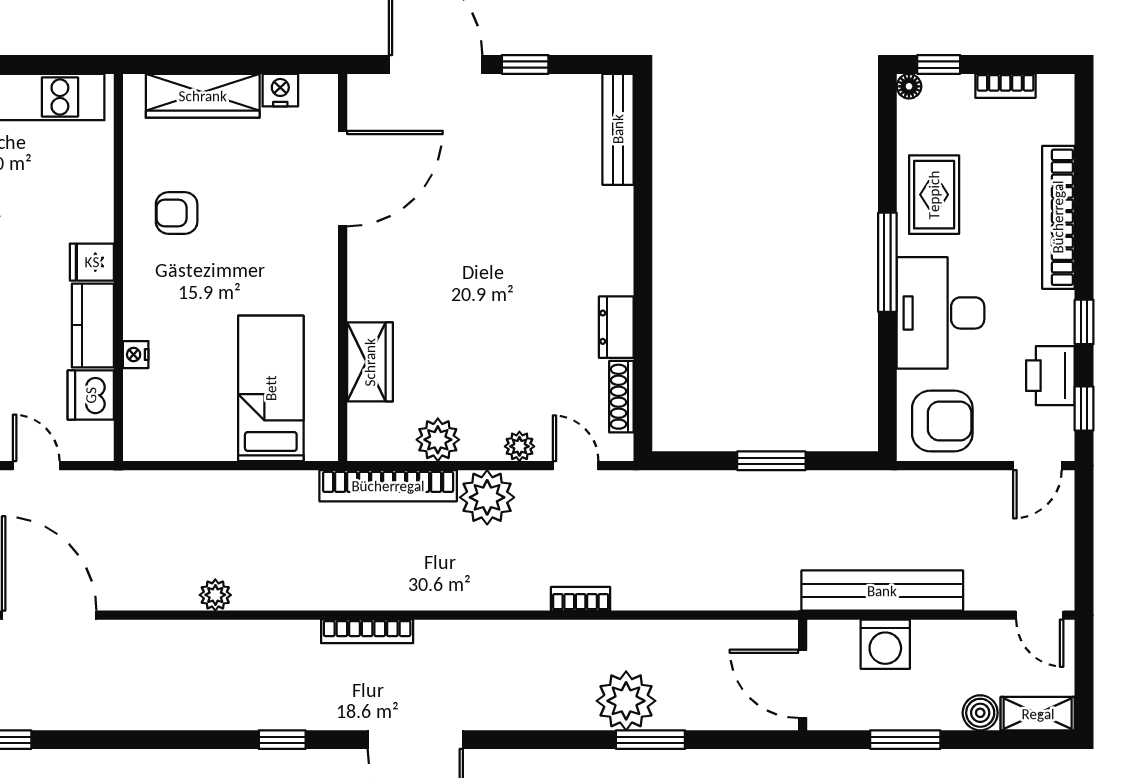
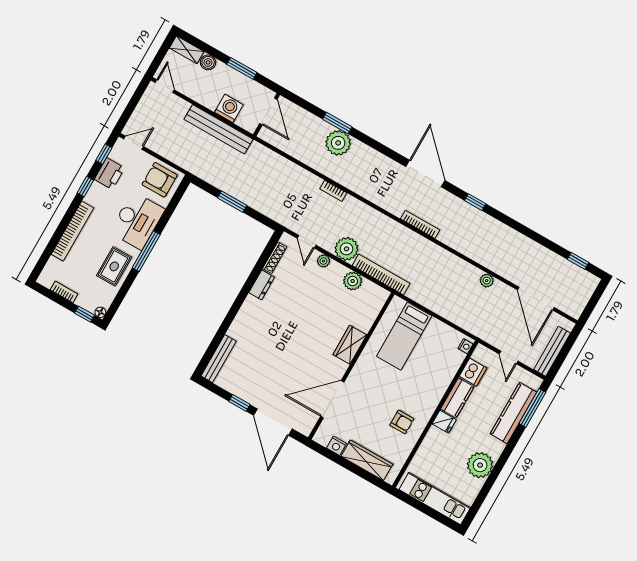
nightstand: (136, 355) -> (466, 346), moved
wardrobe: (370, 362) -> (350, 345), moved
plant: (215, 595) -> (487, 281), moved

